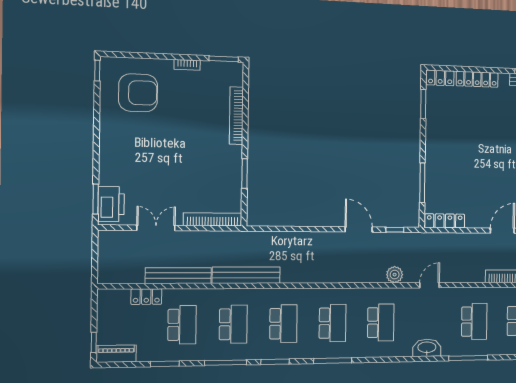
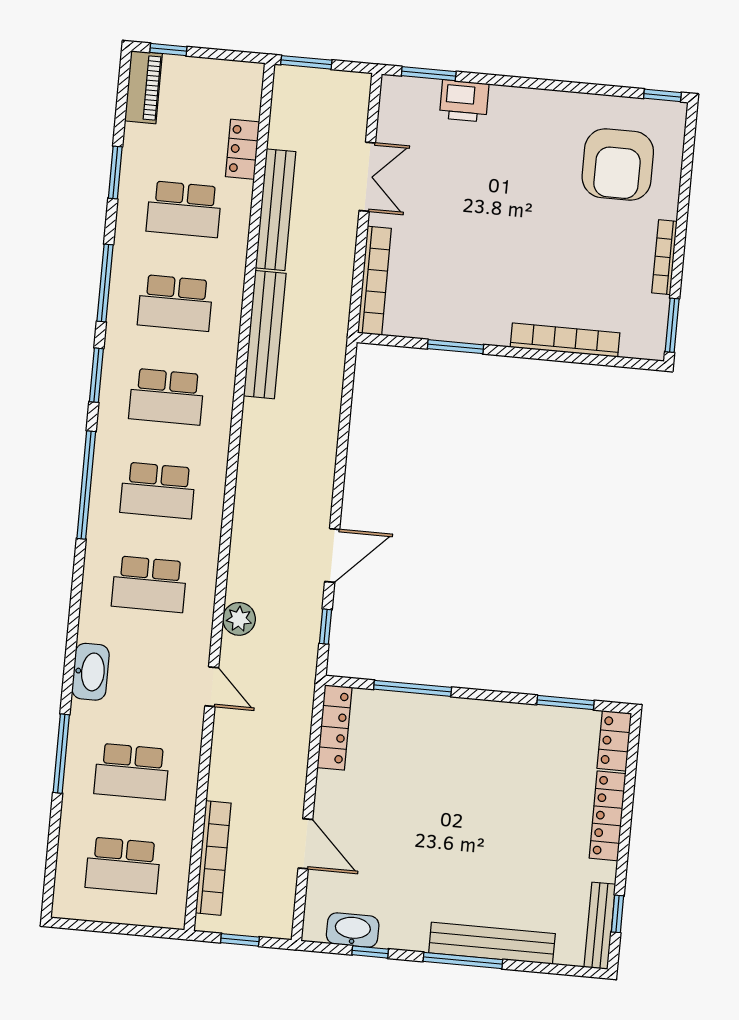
bookcase: (187, 65) -> (664, 257), width x1.56
printer: (111, 204) -> (464, 101), moved, width x0.73, depth x0.84
window: (95, 266) -> (306, 62), added
window: (333, 361) -> (86, 485), width x1.46

